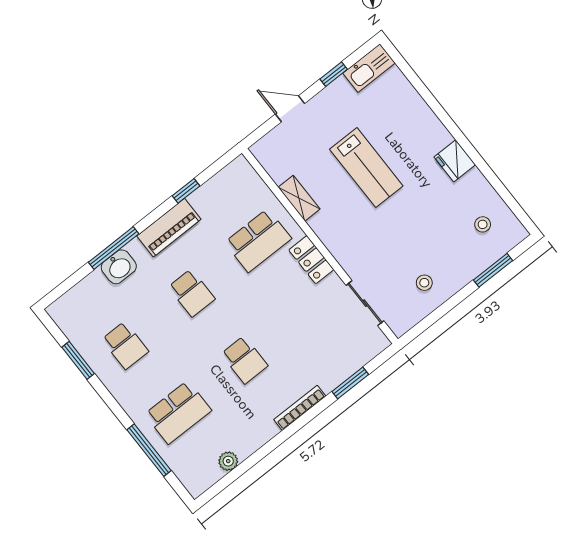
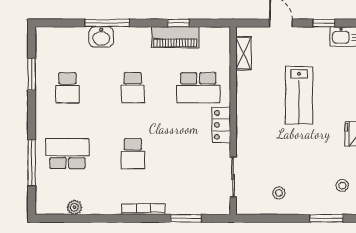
shelving: (299, 198) -> (243, 53), moved
piano: (169, 228) -> (175, 37), moved
school desk: (178, 412) -> (67, 154), turned 180

